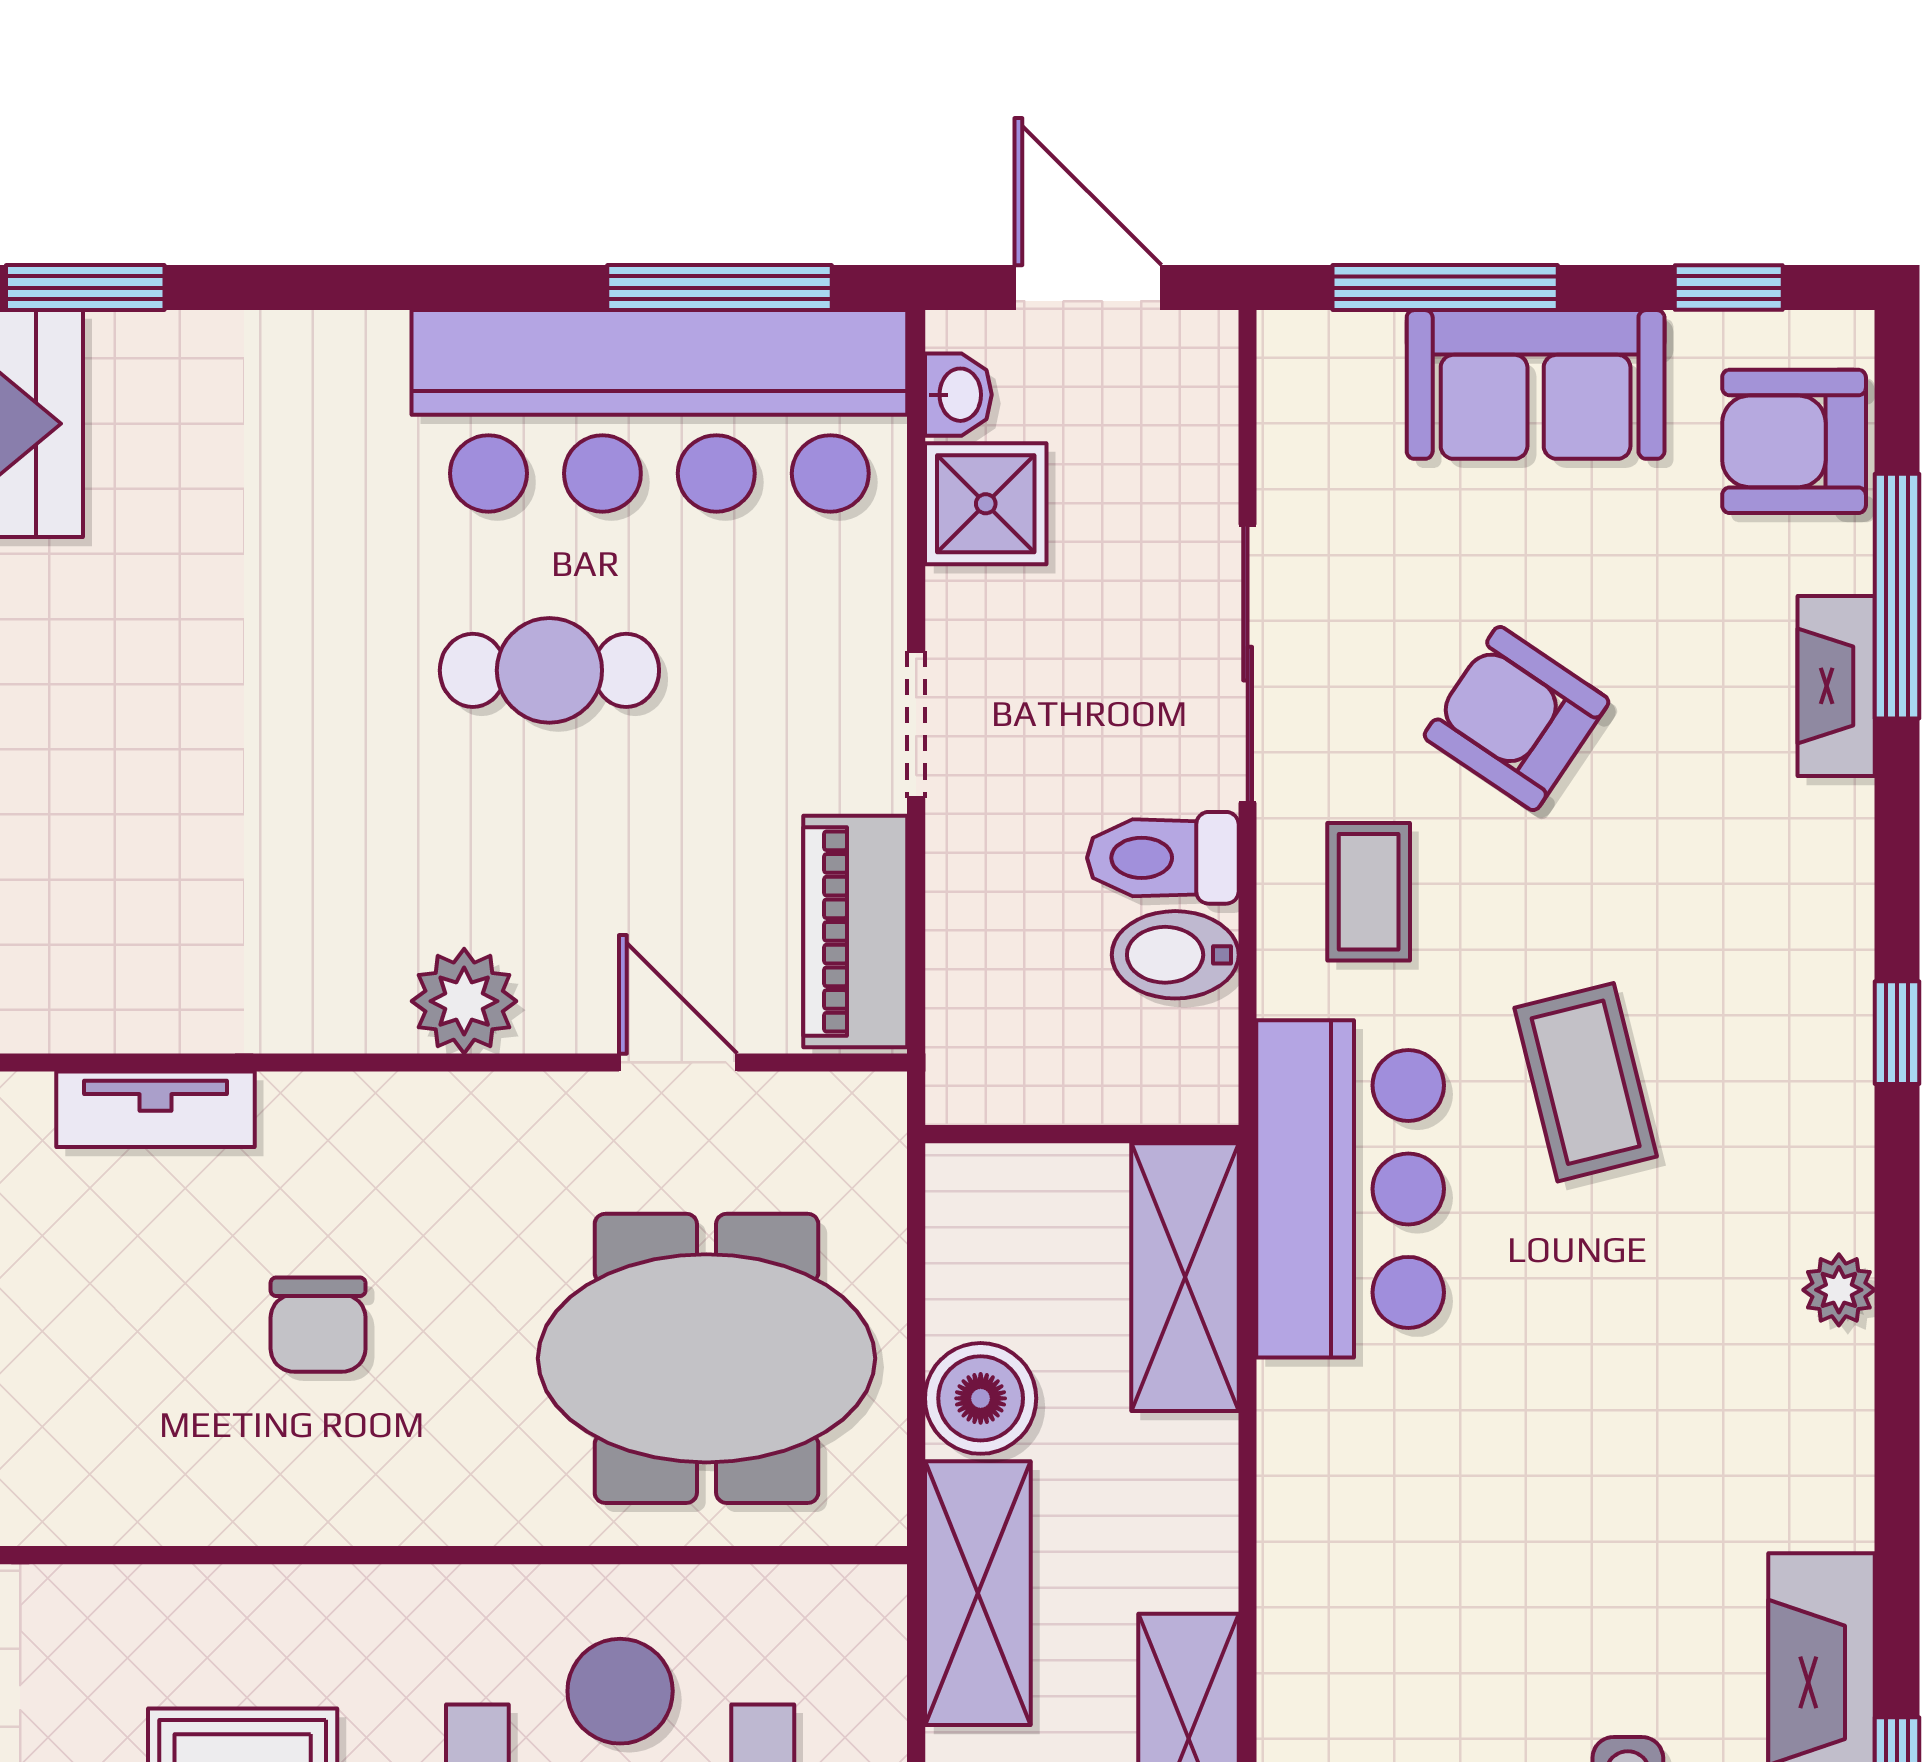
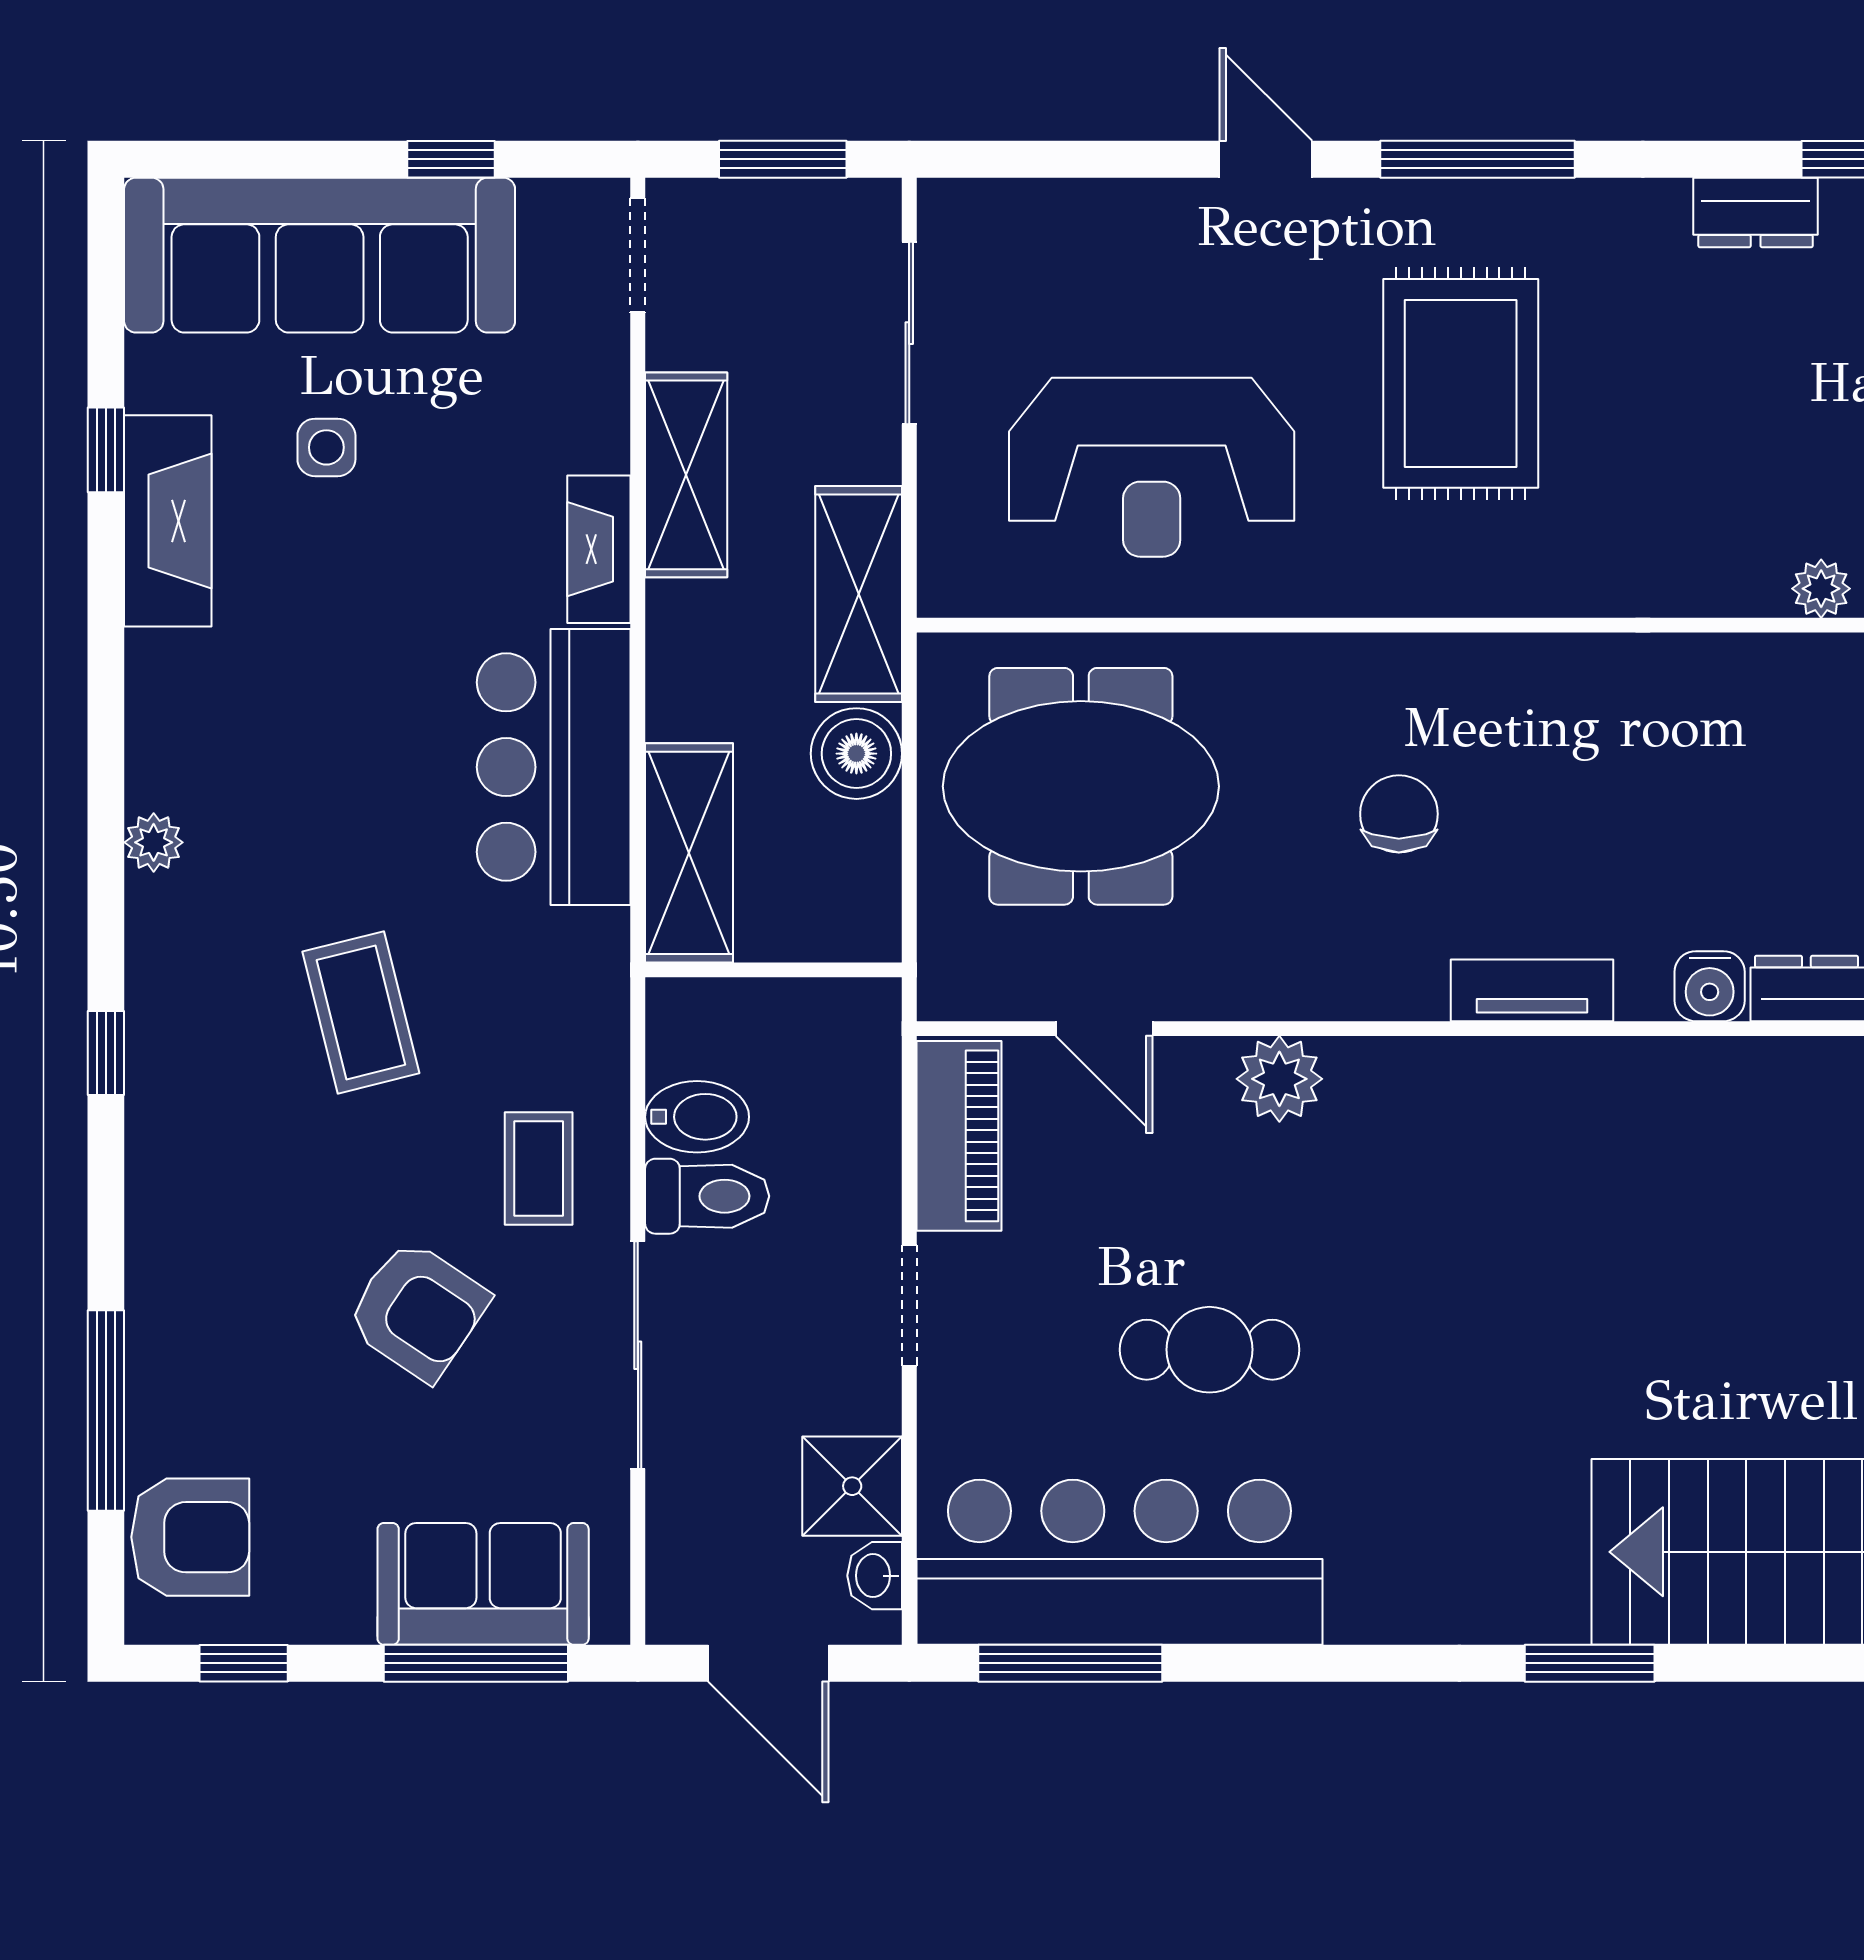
sofa: (1536, 384) -> (483, 1584), moved
fireplace: (1836, 686) -> (599, 549), moved, turned 180
bar counter: (1350, 1189) -> (554, 767), moved

